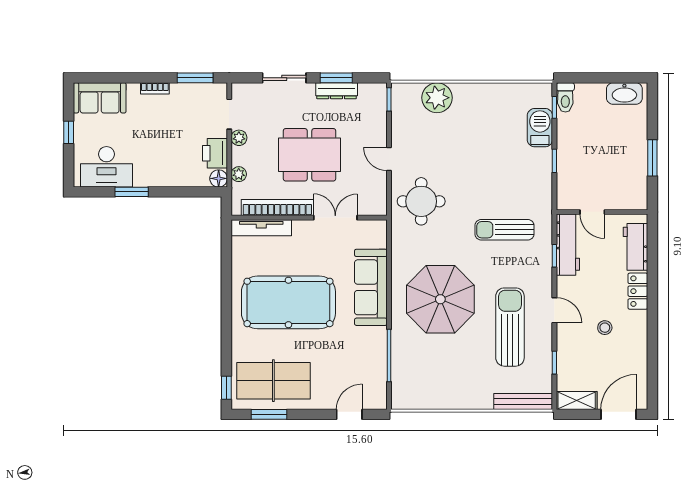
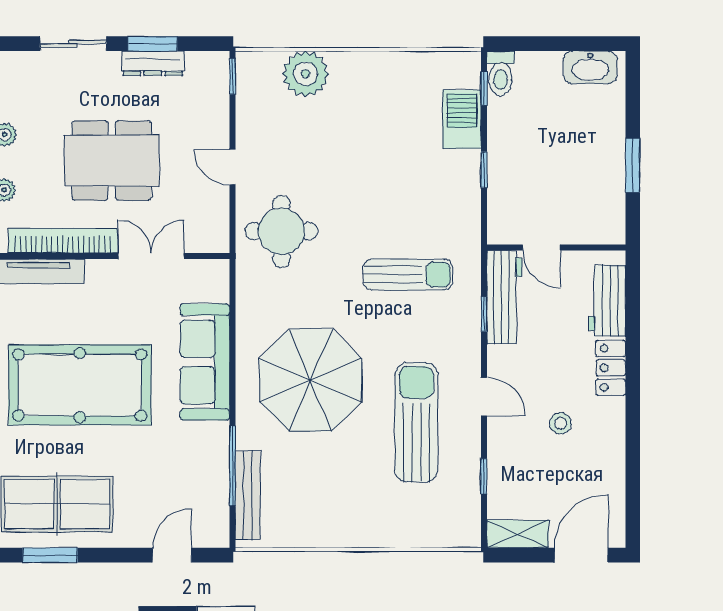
sun lounger: (504, 230) -> (408, 275), turned 180
bench: (523, 401) -> (248, 495), moved, turned 90

